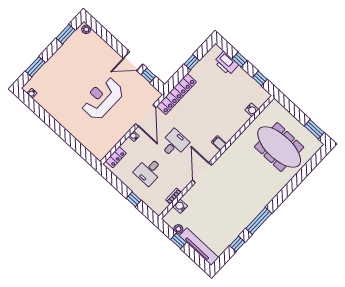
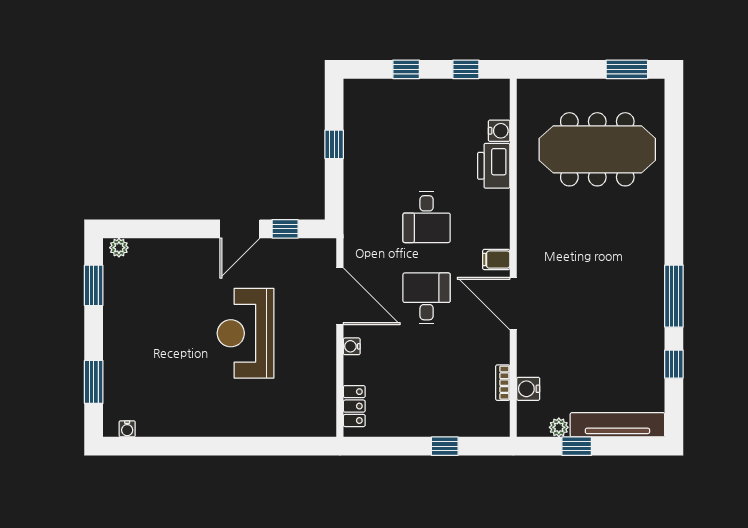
printer: (226, 63) -> (494, 166), moved, turned 90
locker: (177, 94) -> (357, 217), removed
filing cabinet: (219, 143) -> (496, 260), moved
desk: (149, 171) -> (427, 217), moved

